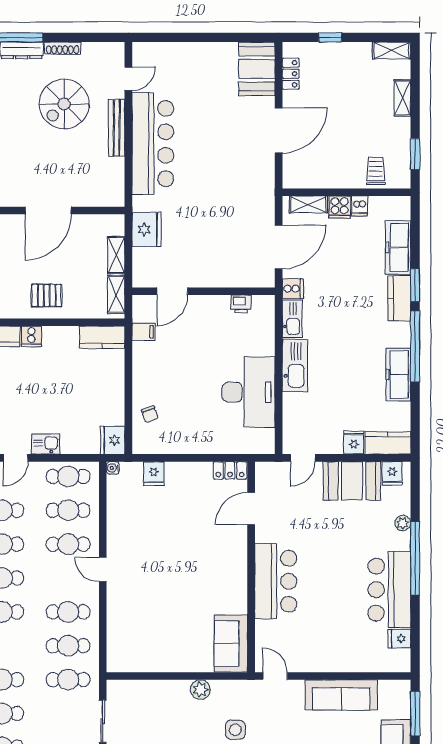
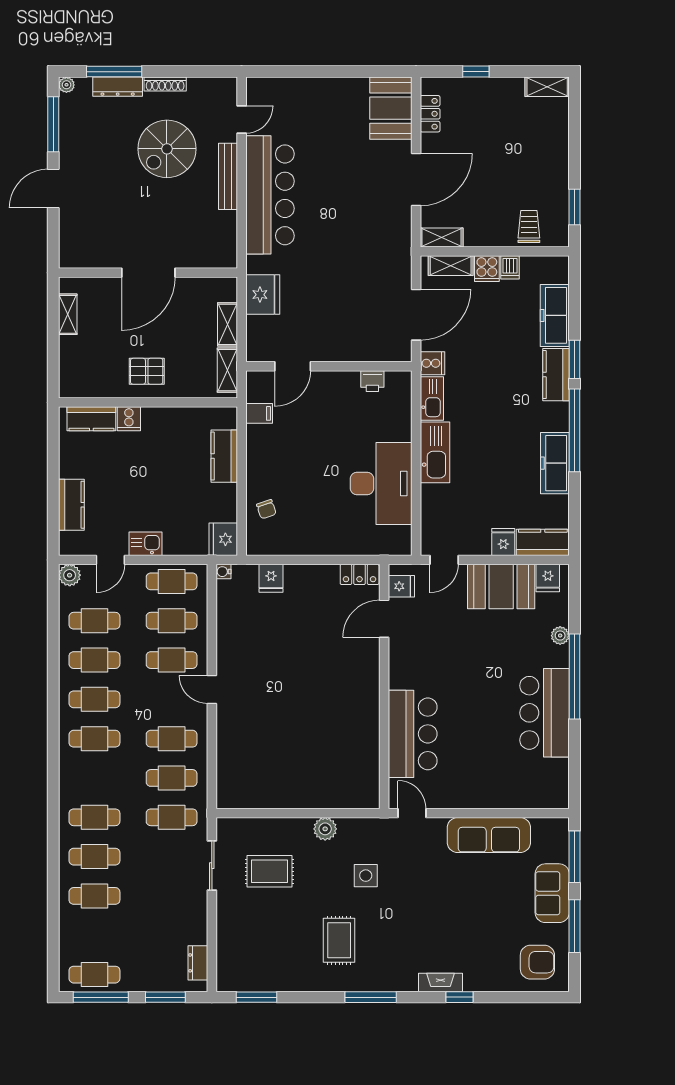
shelving: (402, 98) -> (442, 238), moved, turned 90
kitchen counter: (102, 337) -> (224, 456), moved, turned 90
bar counter: (276, 581) -> (413, 734), moved
fridge: (399, 639) -> (401, 586), moved, turned 180
sofa: (231, 644) -> (361, 775), removed
rug: (152, 726) -> (269, 871), added

